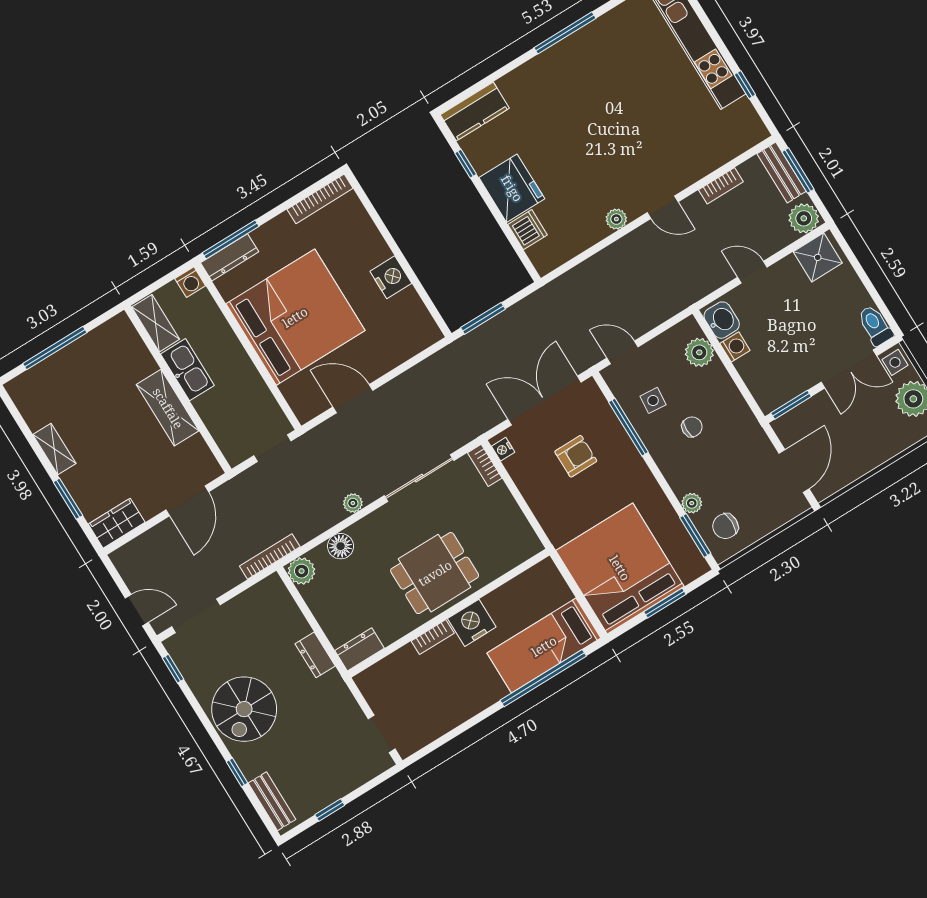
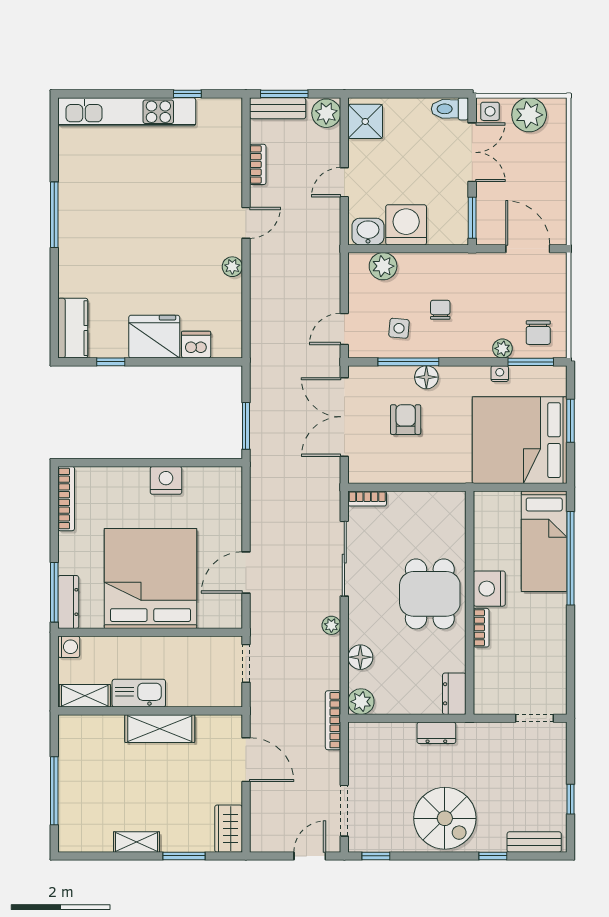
washing machine: (735, 347) -> (406, 225), width x1.89, depth x1.89
nightstand: (503, 449) -> (500, 374), moved, turned 180
floor lamp: (625, 452) -> (426, 377), added

